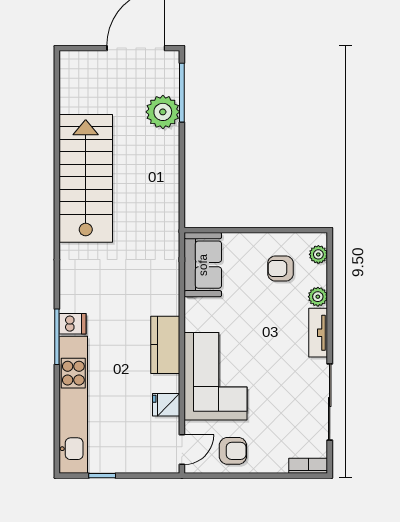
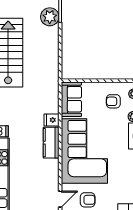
corner sofa: (216, 376) -> (84, 151), width x1.36, depth x1.36
fridge: (166, 405) -> (52, 120), moved

